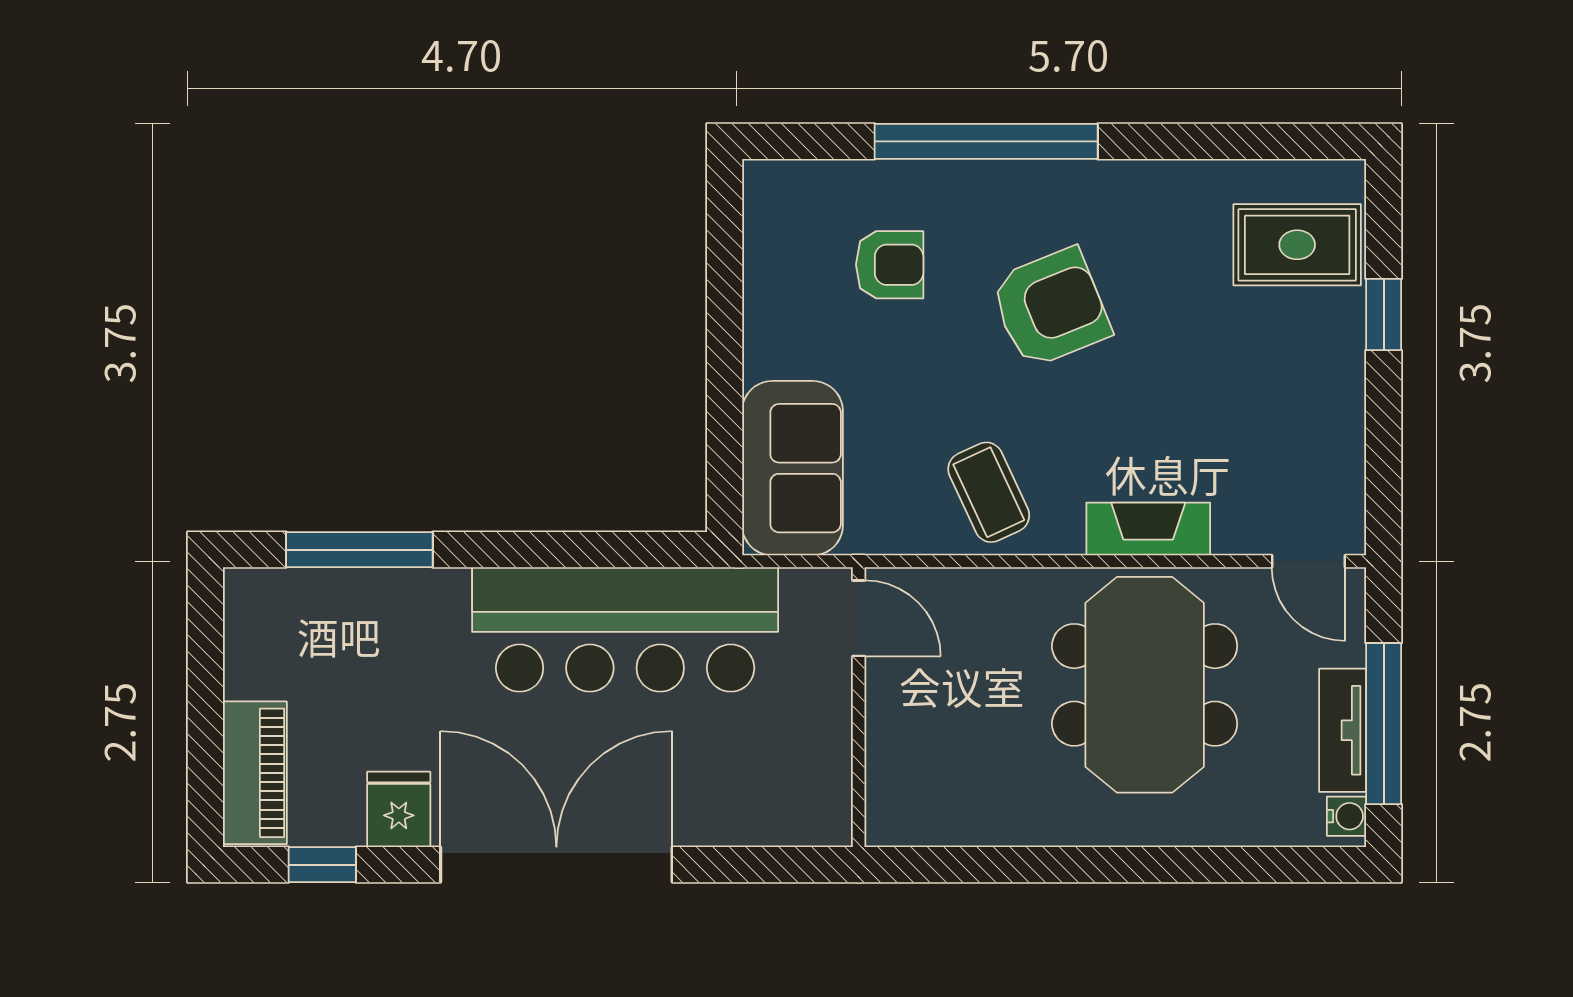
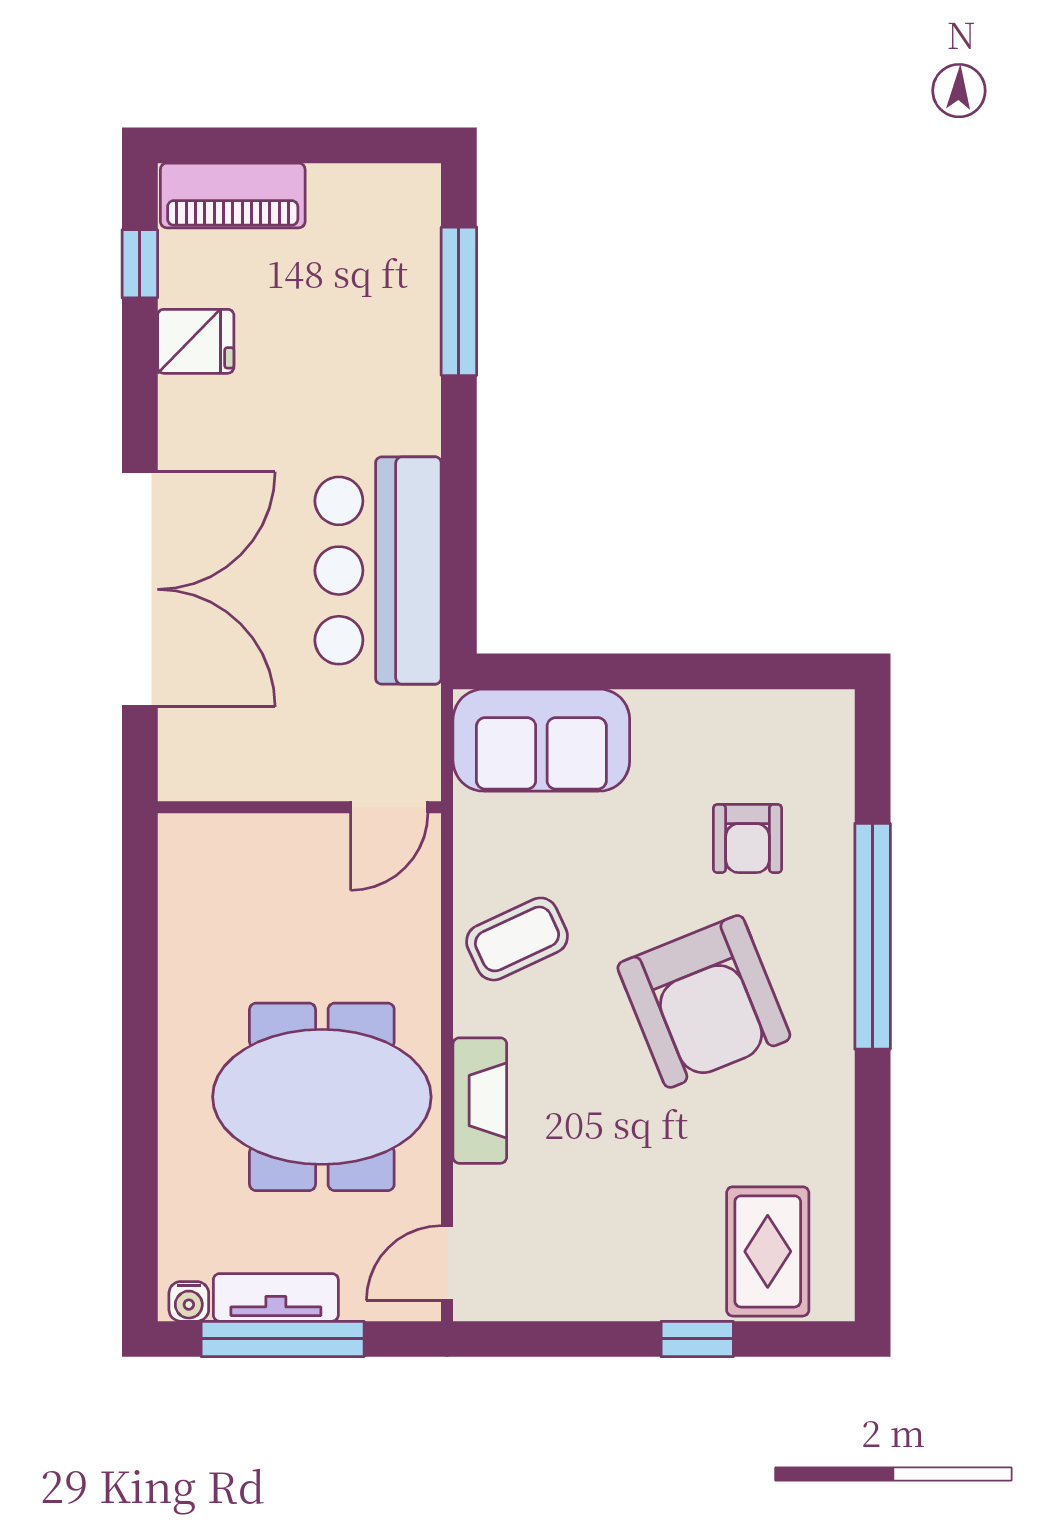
armchair: (1050, 308) -> (704, 1001), width x1.36, depth x1.36
bar counter: (625, 629) -> (378, 571), width x0.73
double door: (556, 865) -> (140, 589), moved

